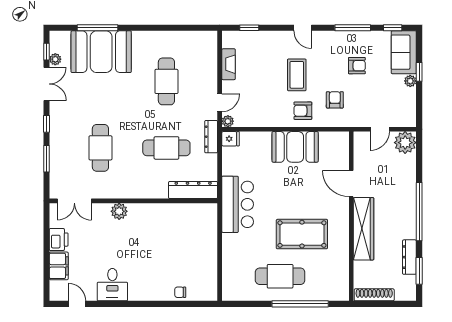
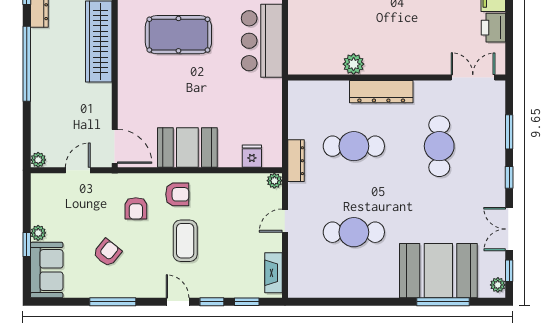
window: (393, 28) -> (212, 302), moved
plant: (55, 59) -> (498, 285), moved
fireplace: (229, 64) -> (273, 273), moved
armchair: (357, 66) -> (107, 253), turned 129
cafe table: (166, 81) -> (354, 232), turned 90
door: (220, 103) -> (285, 221), moved
fridge: (231, 139) -> (252, 156), moved, turned 90
plant: (405, 143) -> (38, 160), width x0.53, depth x0.53
door: (351, 184) -> (115, 146), moved
dresser: (193, 190) -> (381, 92), moved
bar counter: (238, 204) -> (262, 41), moved
plant: (119, 211) -> (354, 64), moved

